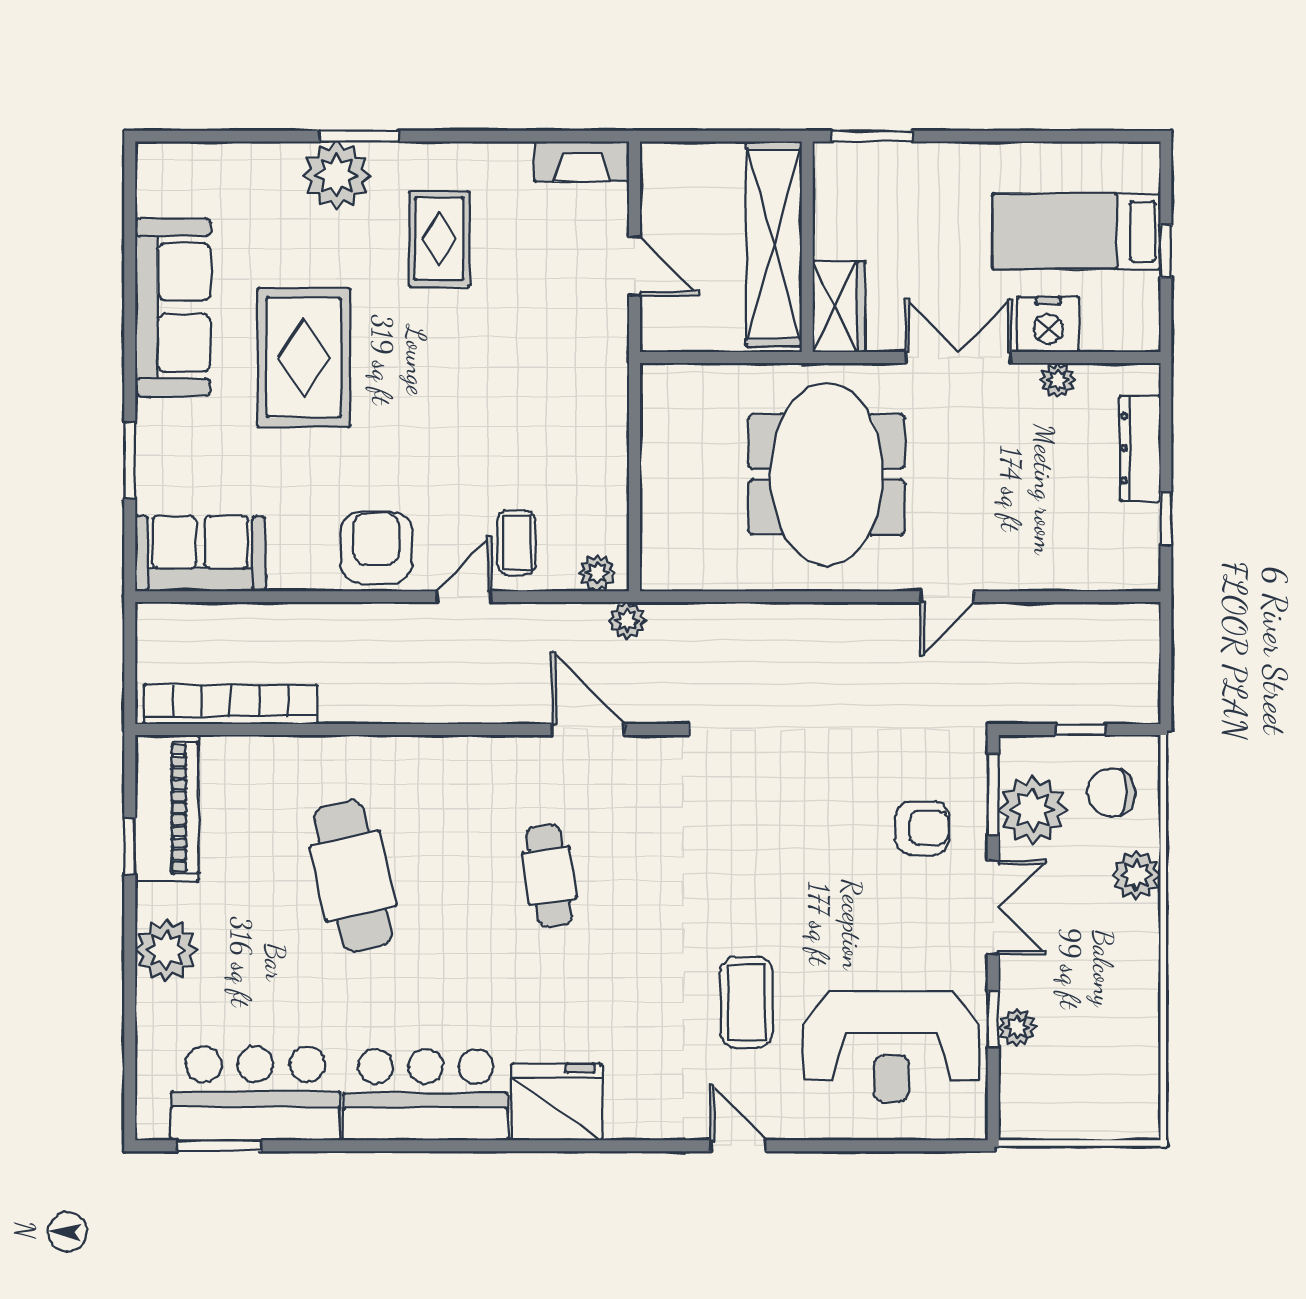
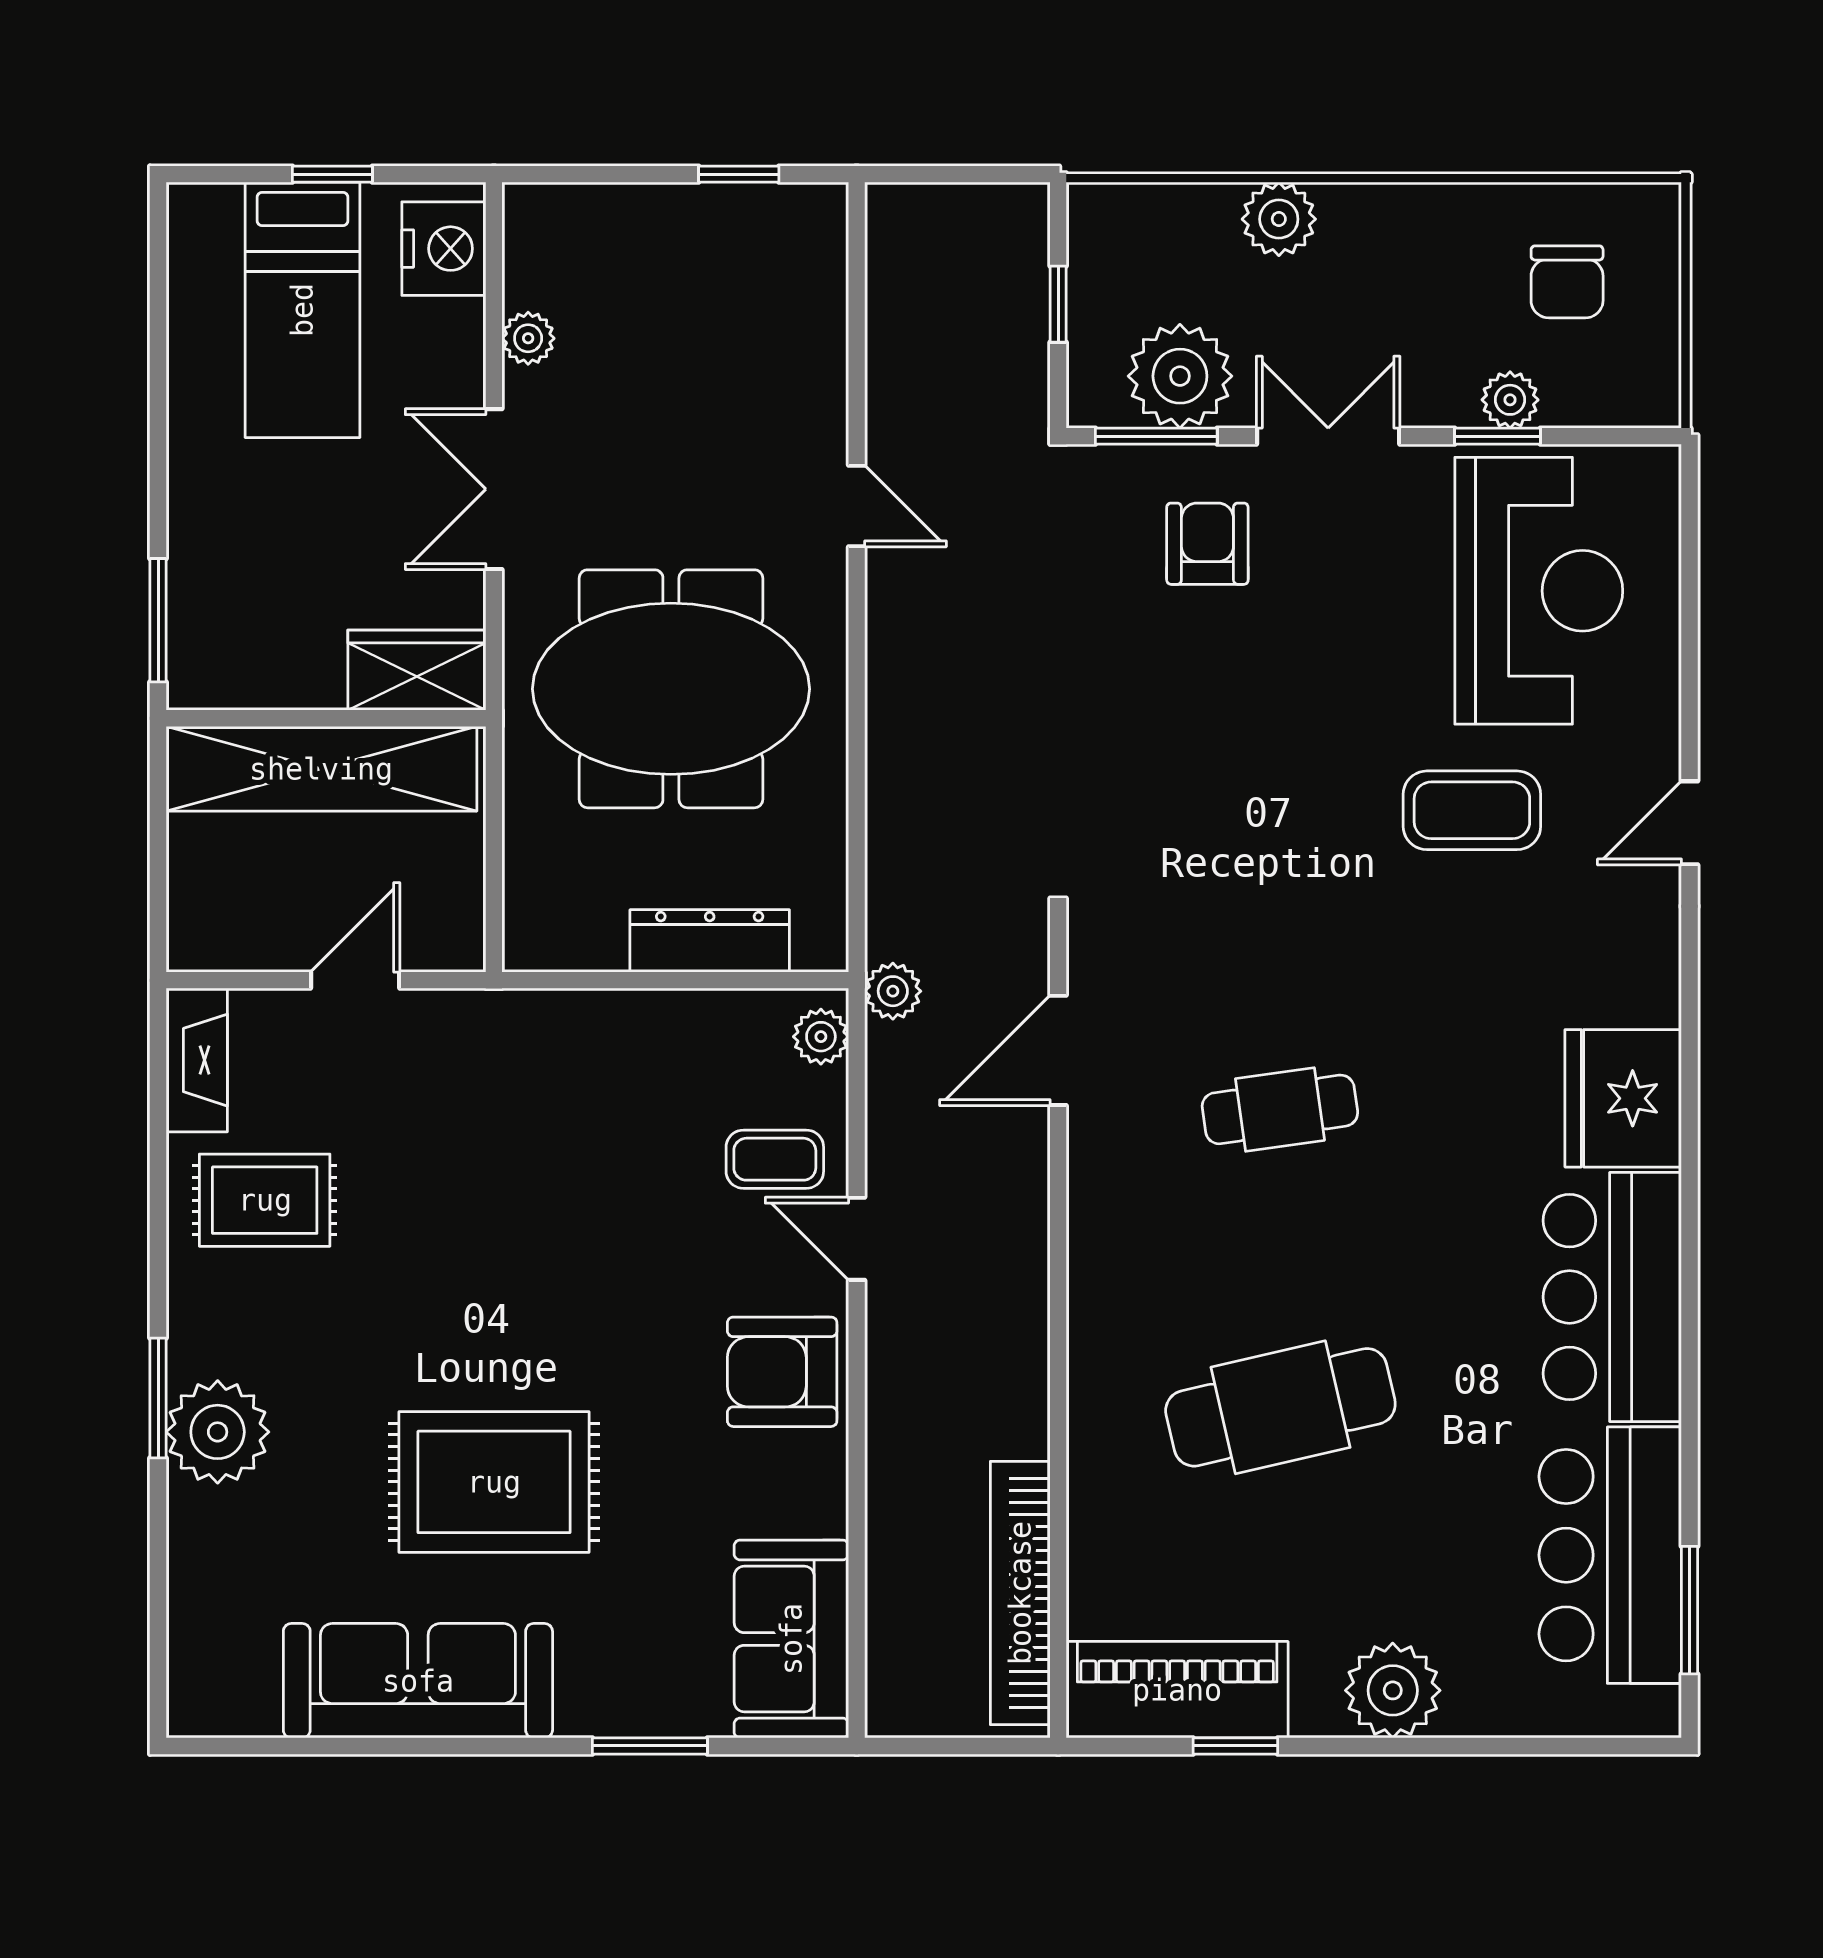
rug: (439, 239) -> (265, 1200), moved
nightstand: (1048, 324) -> (444, 249), moved
dresser: (1140, 448) -> (710, 941), moved, turned 180
chair: (1111, 792) -> (1567, 282), moved

